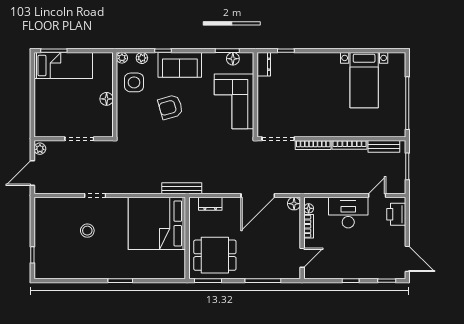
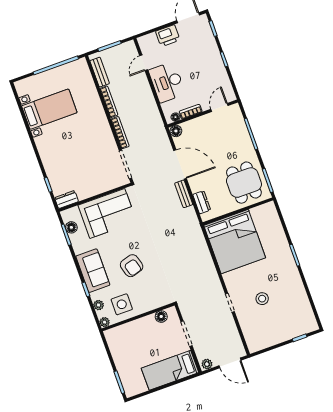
bed: (63, 65) -> (170, 370), moved, turned -90
floor lamp: (107, 99) -> (161, 316), moved
bench: (182, 188) -> (184, 194), moved, width x0.73
door: (377, 196) -> (144, 63), hinge flipped
printer: (396, 214) -> (168, 36), moved
door: (302, 258) -> (219, 107), hinge flipped

